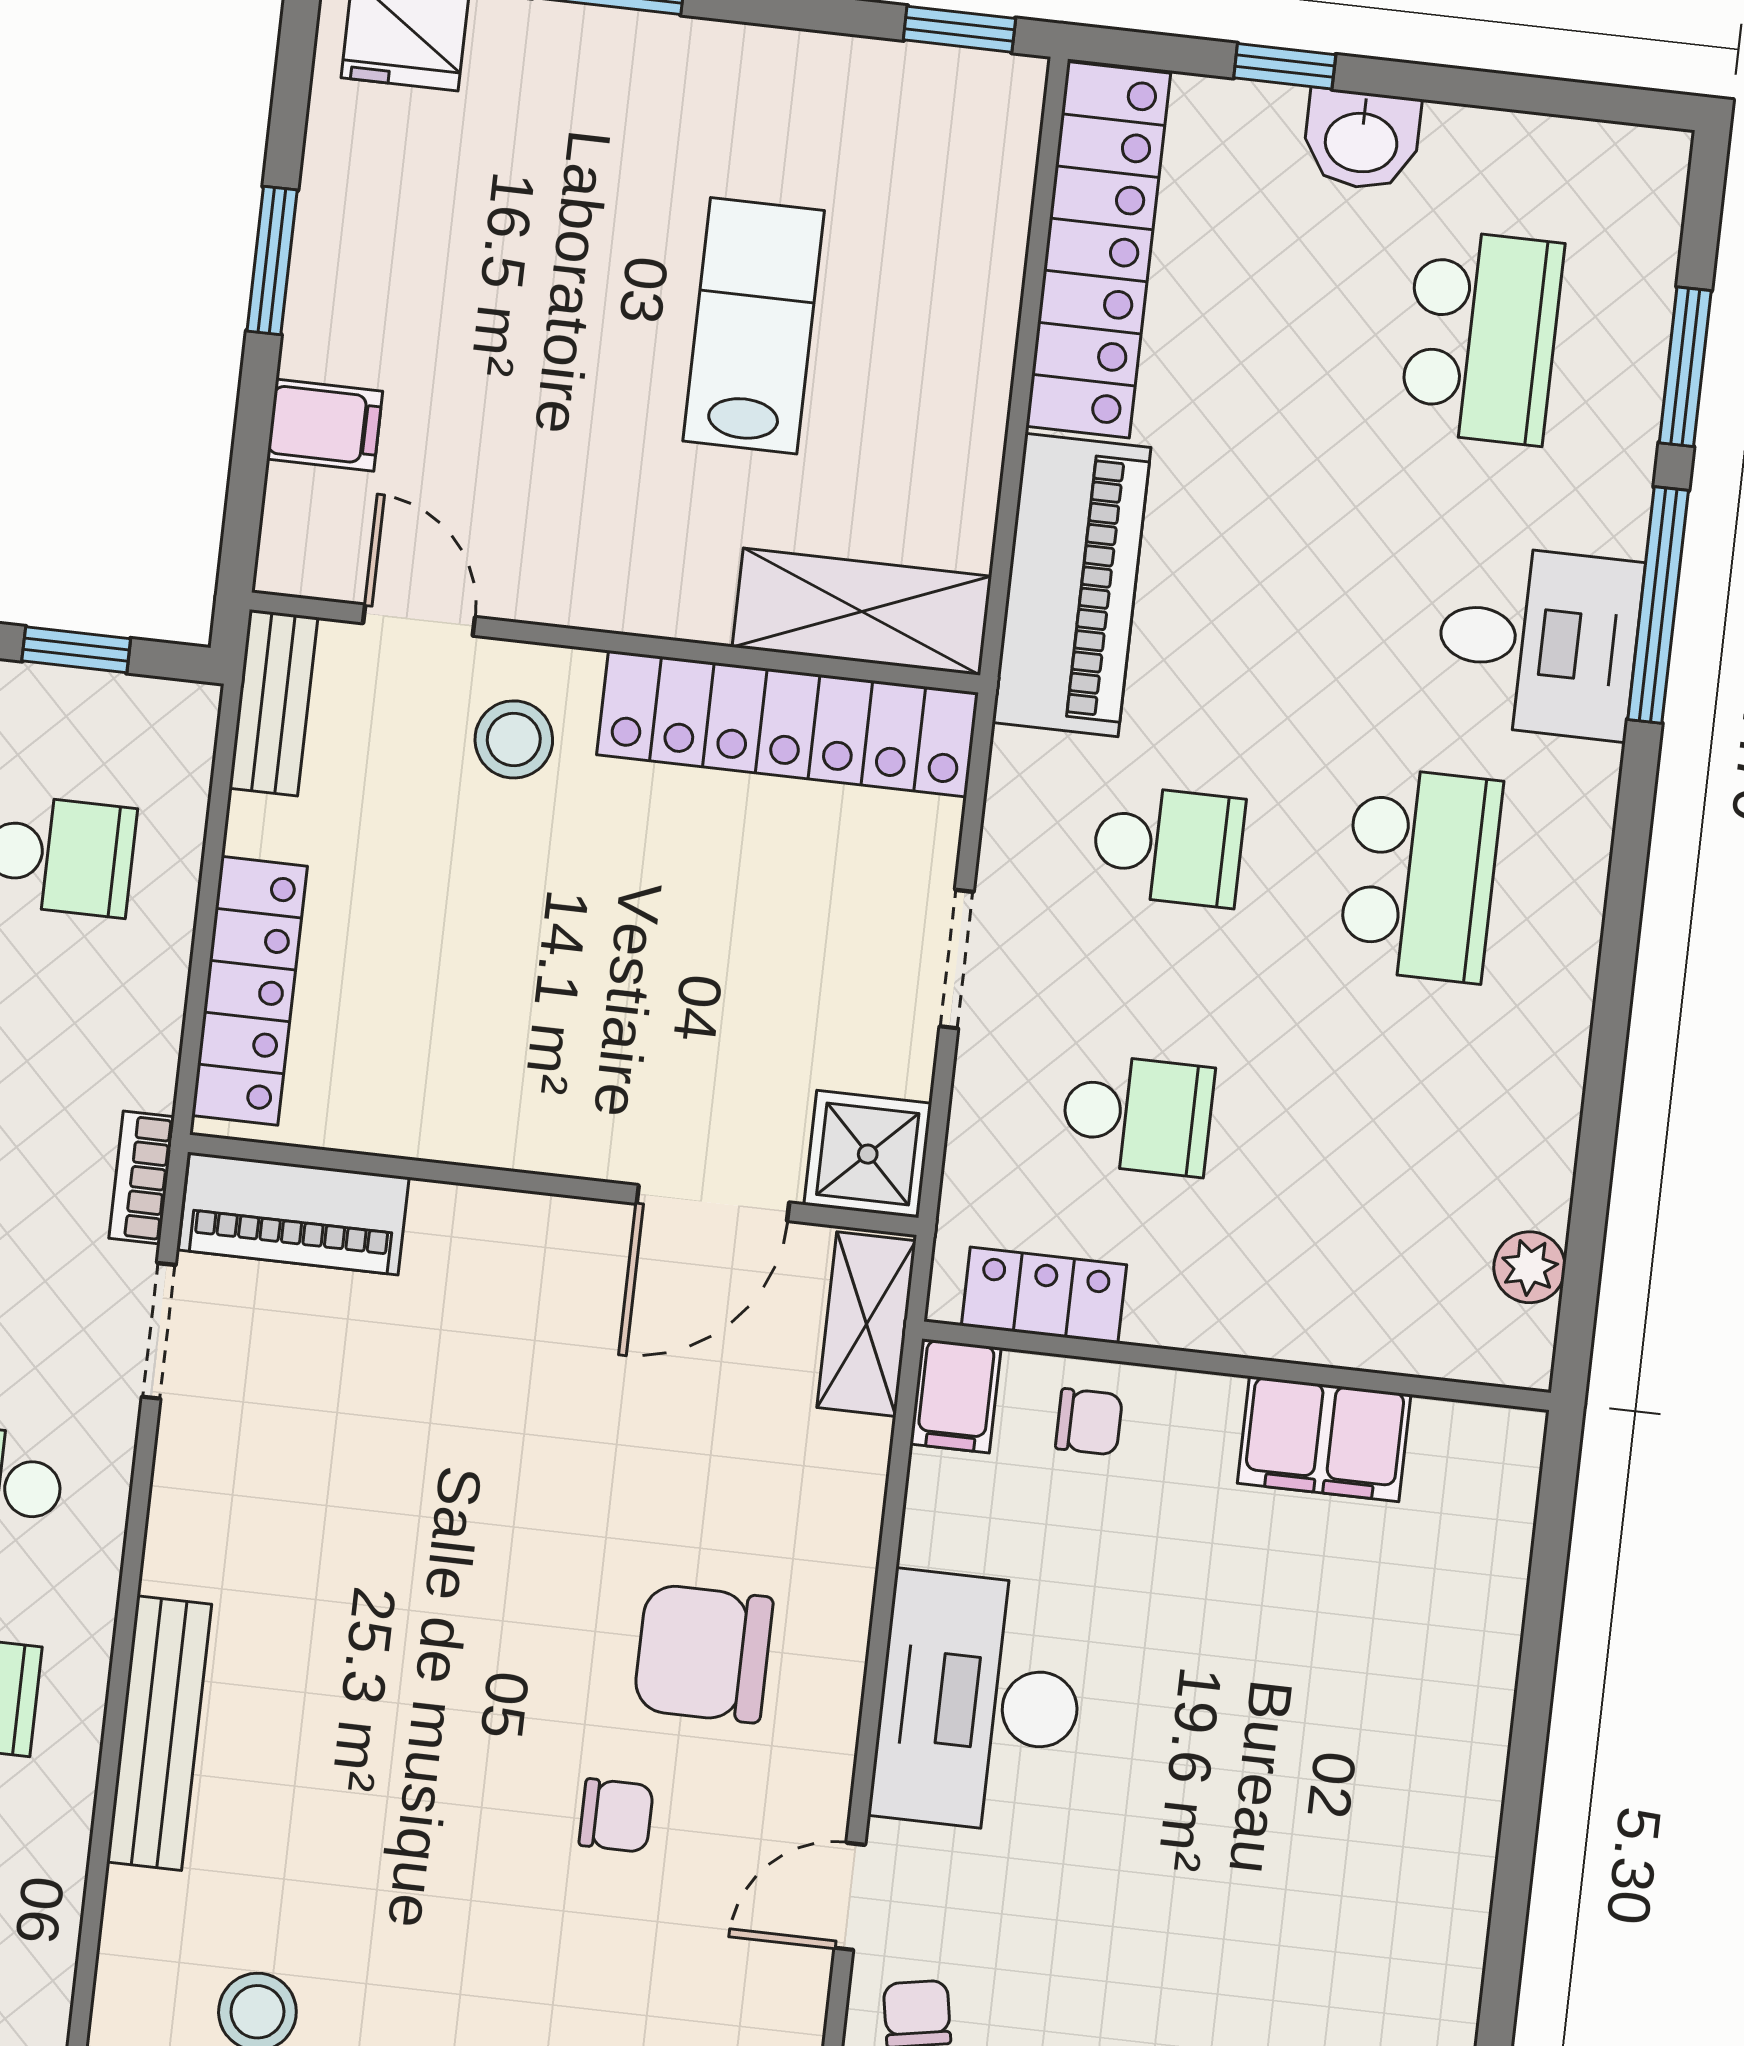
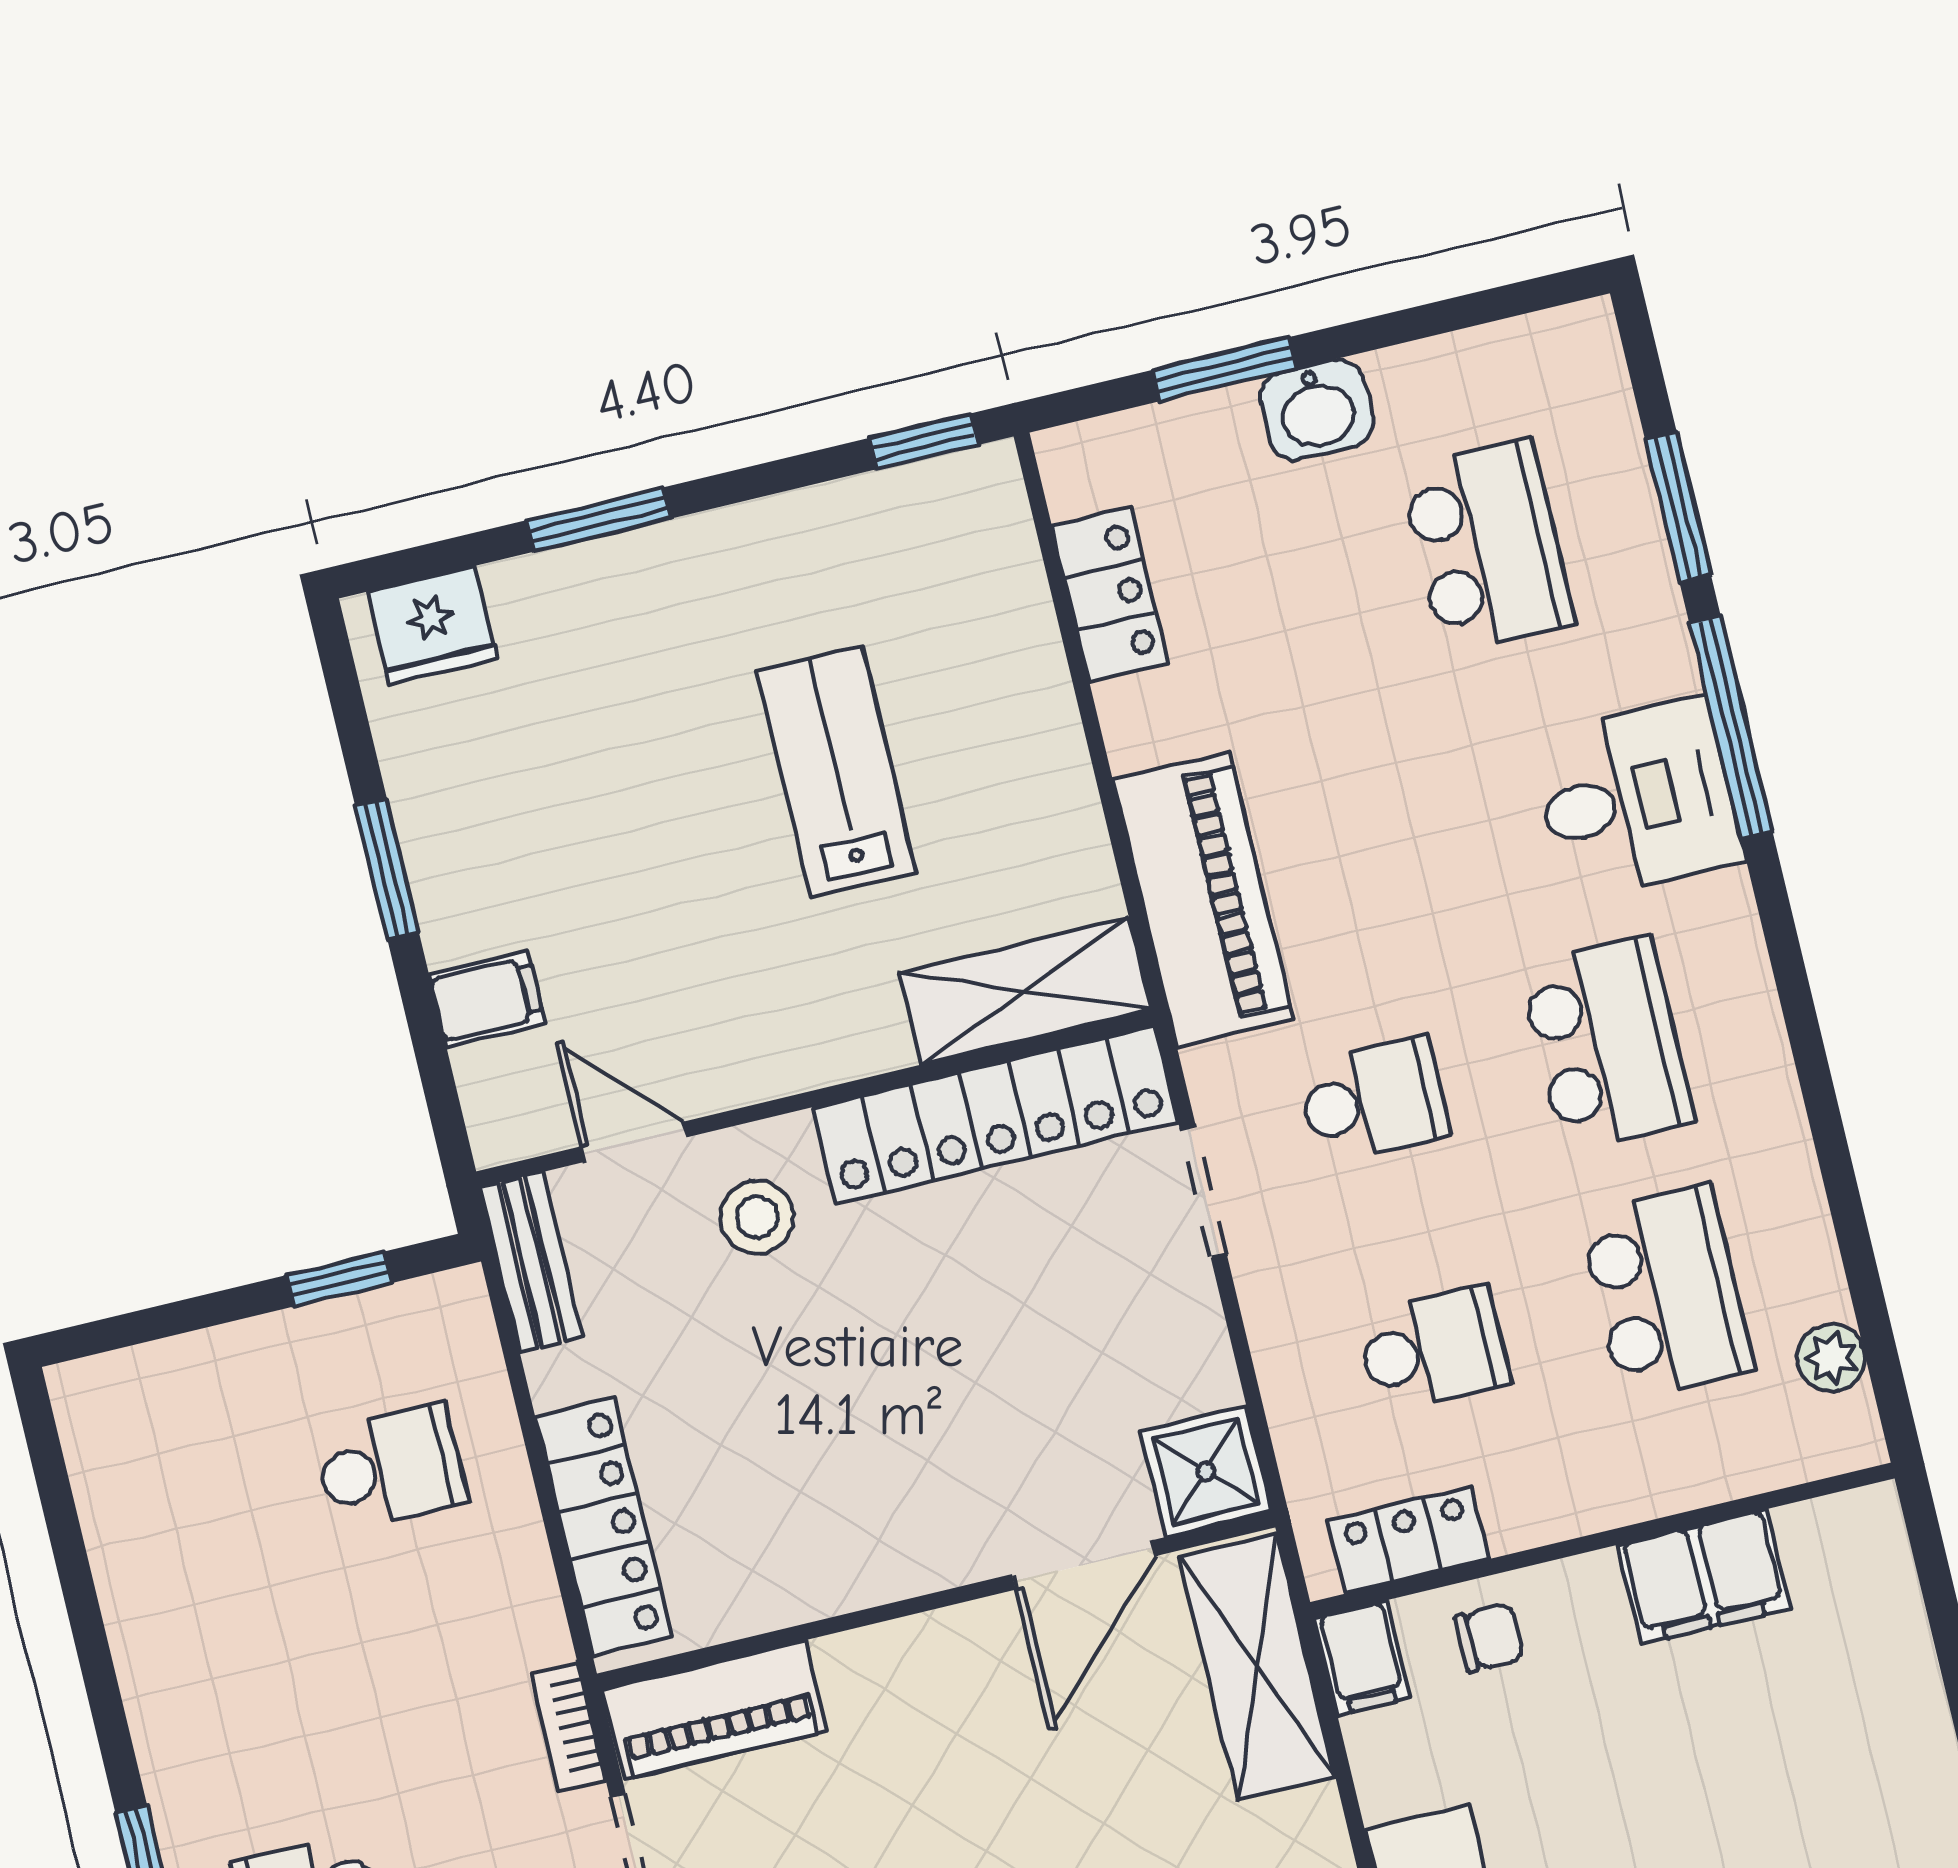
window: (1285, 66) -> (1225, 369), width x1.50
locker: (1098, 250) -> (1110, 595), width x0.46, depth x0.83
doorway: (957, 959) -> (1203, 1192), moved
school desk: (1390, 1144) -> (1666, 1293), added
shelving: (866, 1324) -> (1257, 1667), width x1.50, depth x1.33

